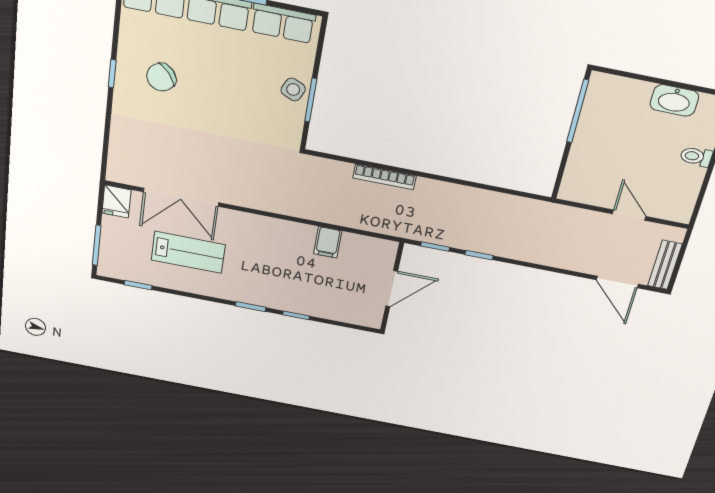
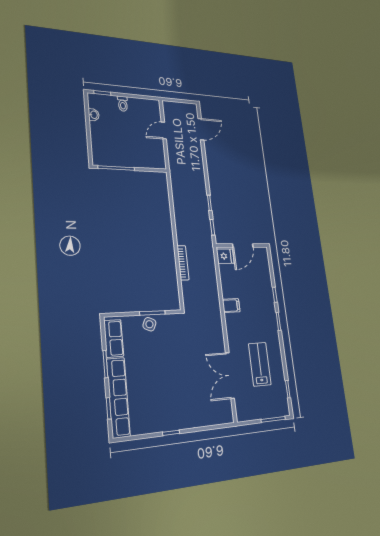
chair: (161, 77) -> (165, 403), removed
washbasin: (674, 100) -> (94, 115), width x0.52, depth x0.69
double door: (181, 197) -> (230, 375), swing flipped
fridge: (116, 202) -> (225, 256), moved
filing cabinet: (328, 242) -> (231, 306), moved
bench: (665, 265) -> (184, 107), removed
door: (392, 289) -> (243, 246), swing flipped

